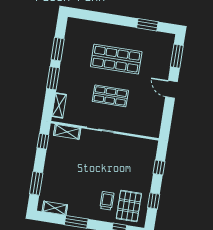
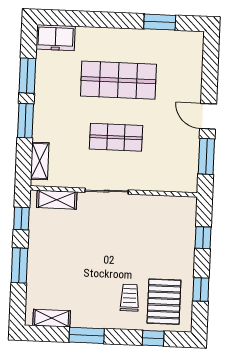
freezer: (79, 27) -> (56, 38), added
window: (177, 56) -> (206, 156), moved
window: (36, 183) -> (19, 265), moved

